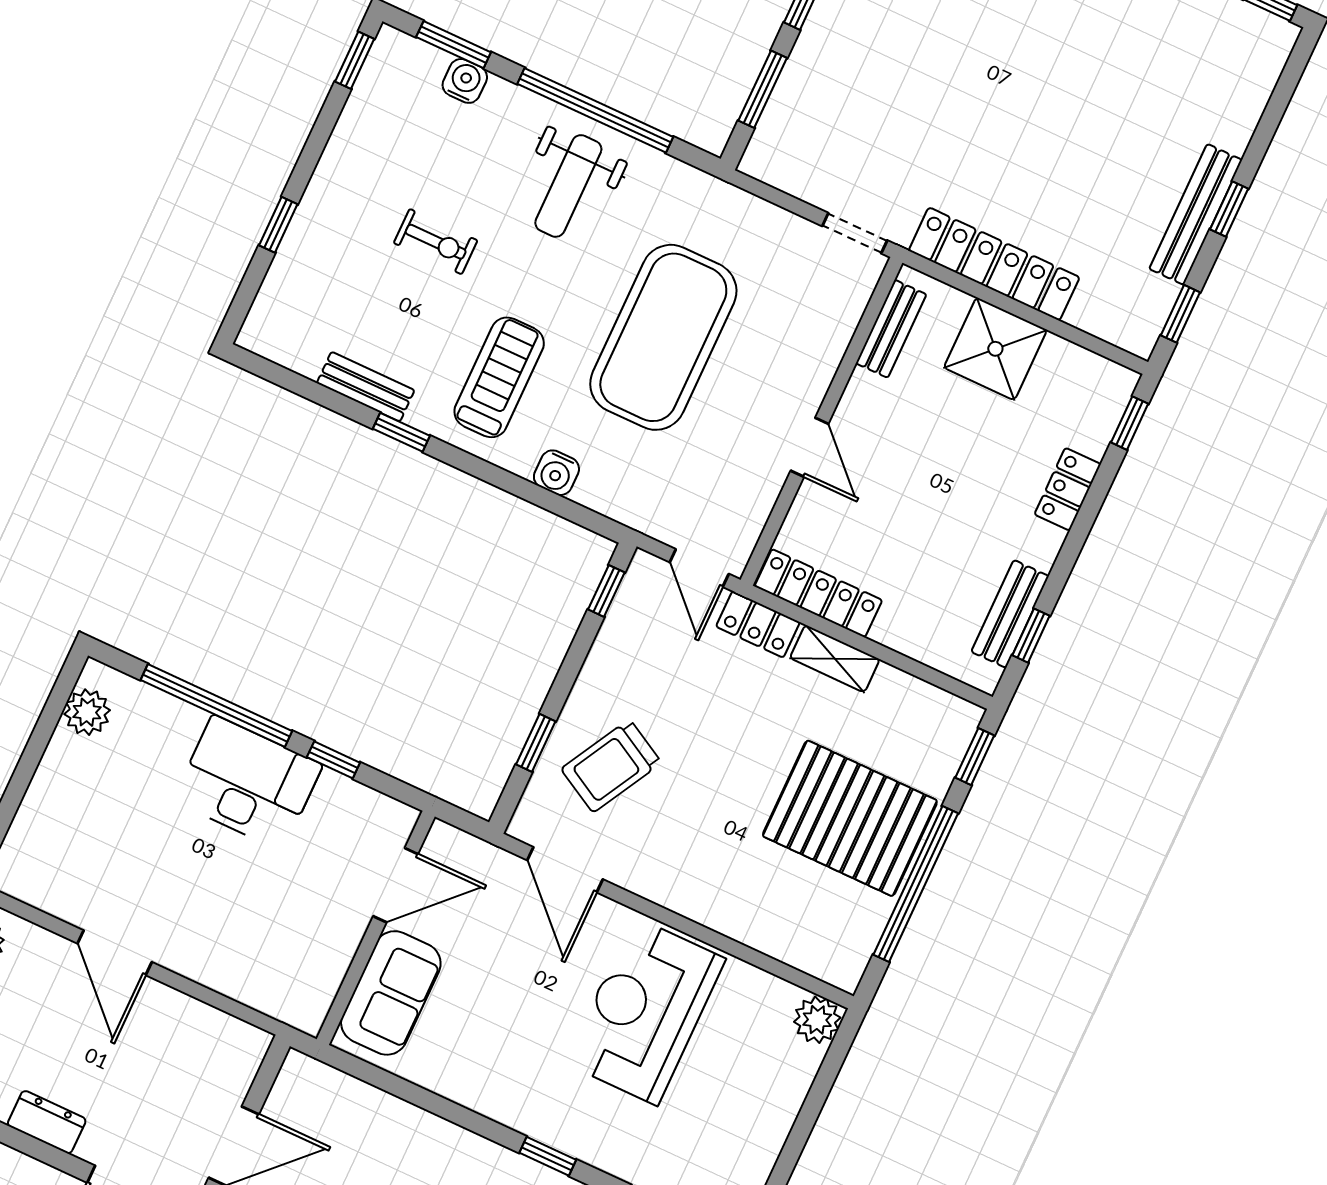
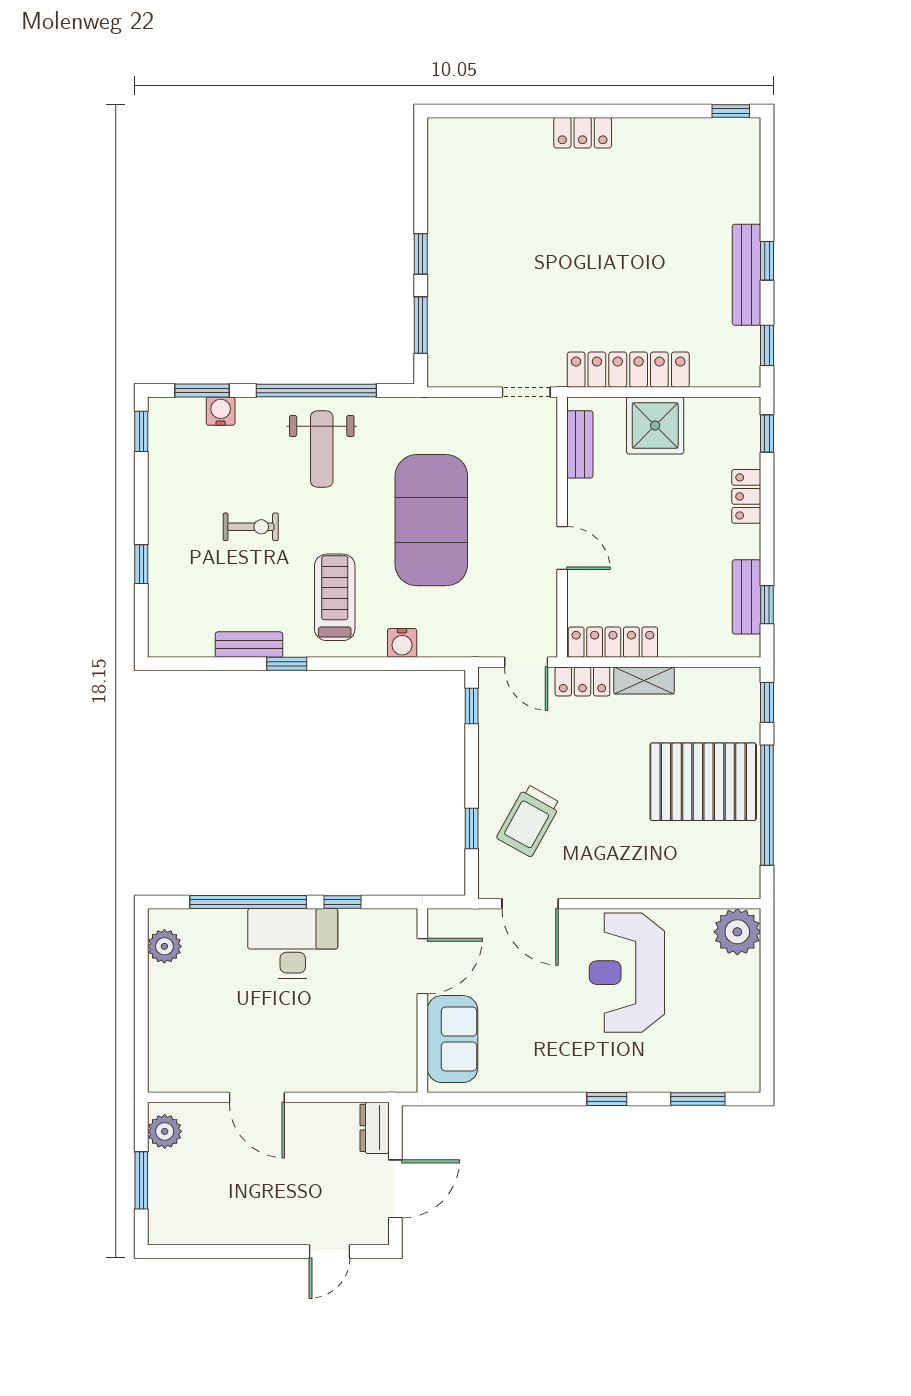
plant: (817, 1020) -> (737, 932), width x1.36, depth x1.36
dresser: (47, 1122) -> (375, 1128), moved, turned -90

